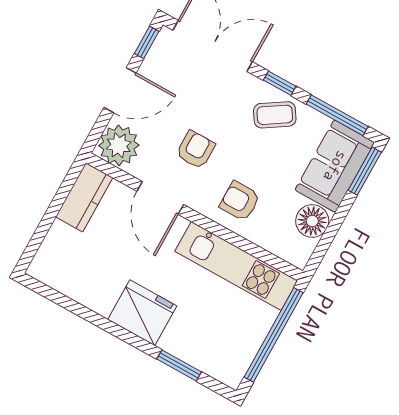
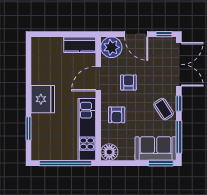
armchair: (196, 150) -> (128, 82), turned -90
armchair: (240, 201) -> (117, 115), turned 180
floor lamp: (312, 221) -> (109, 152), moved

